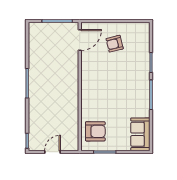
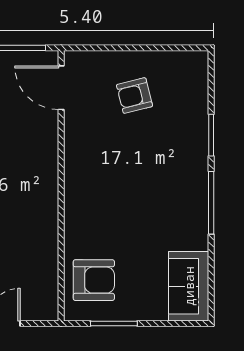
door: (80, 40) -> (61, 88), swing flipped

